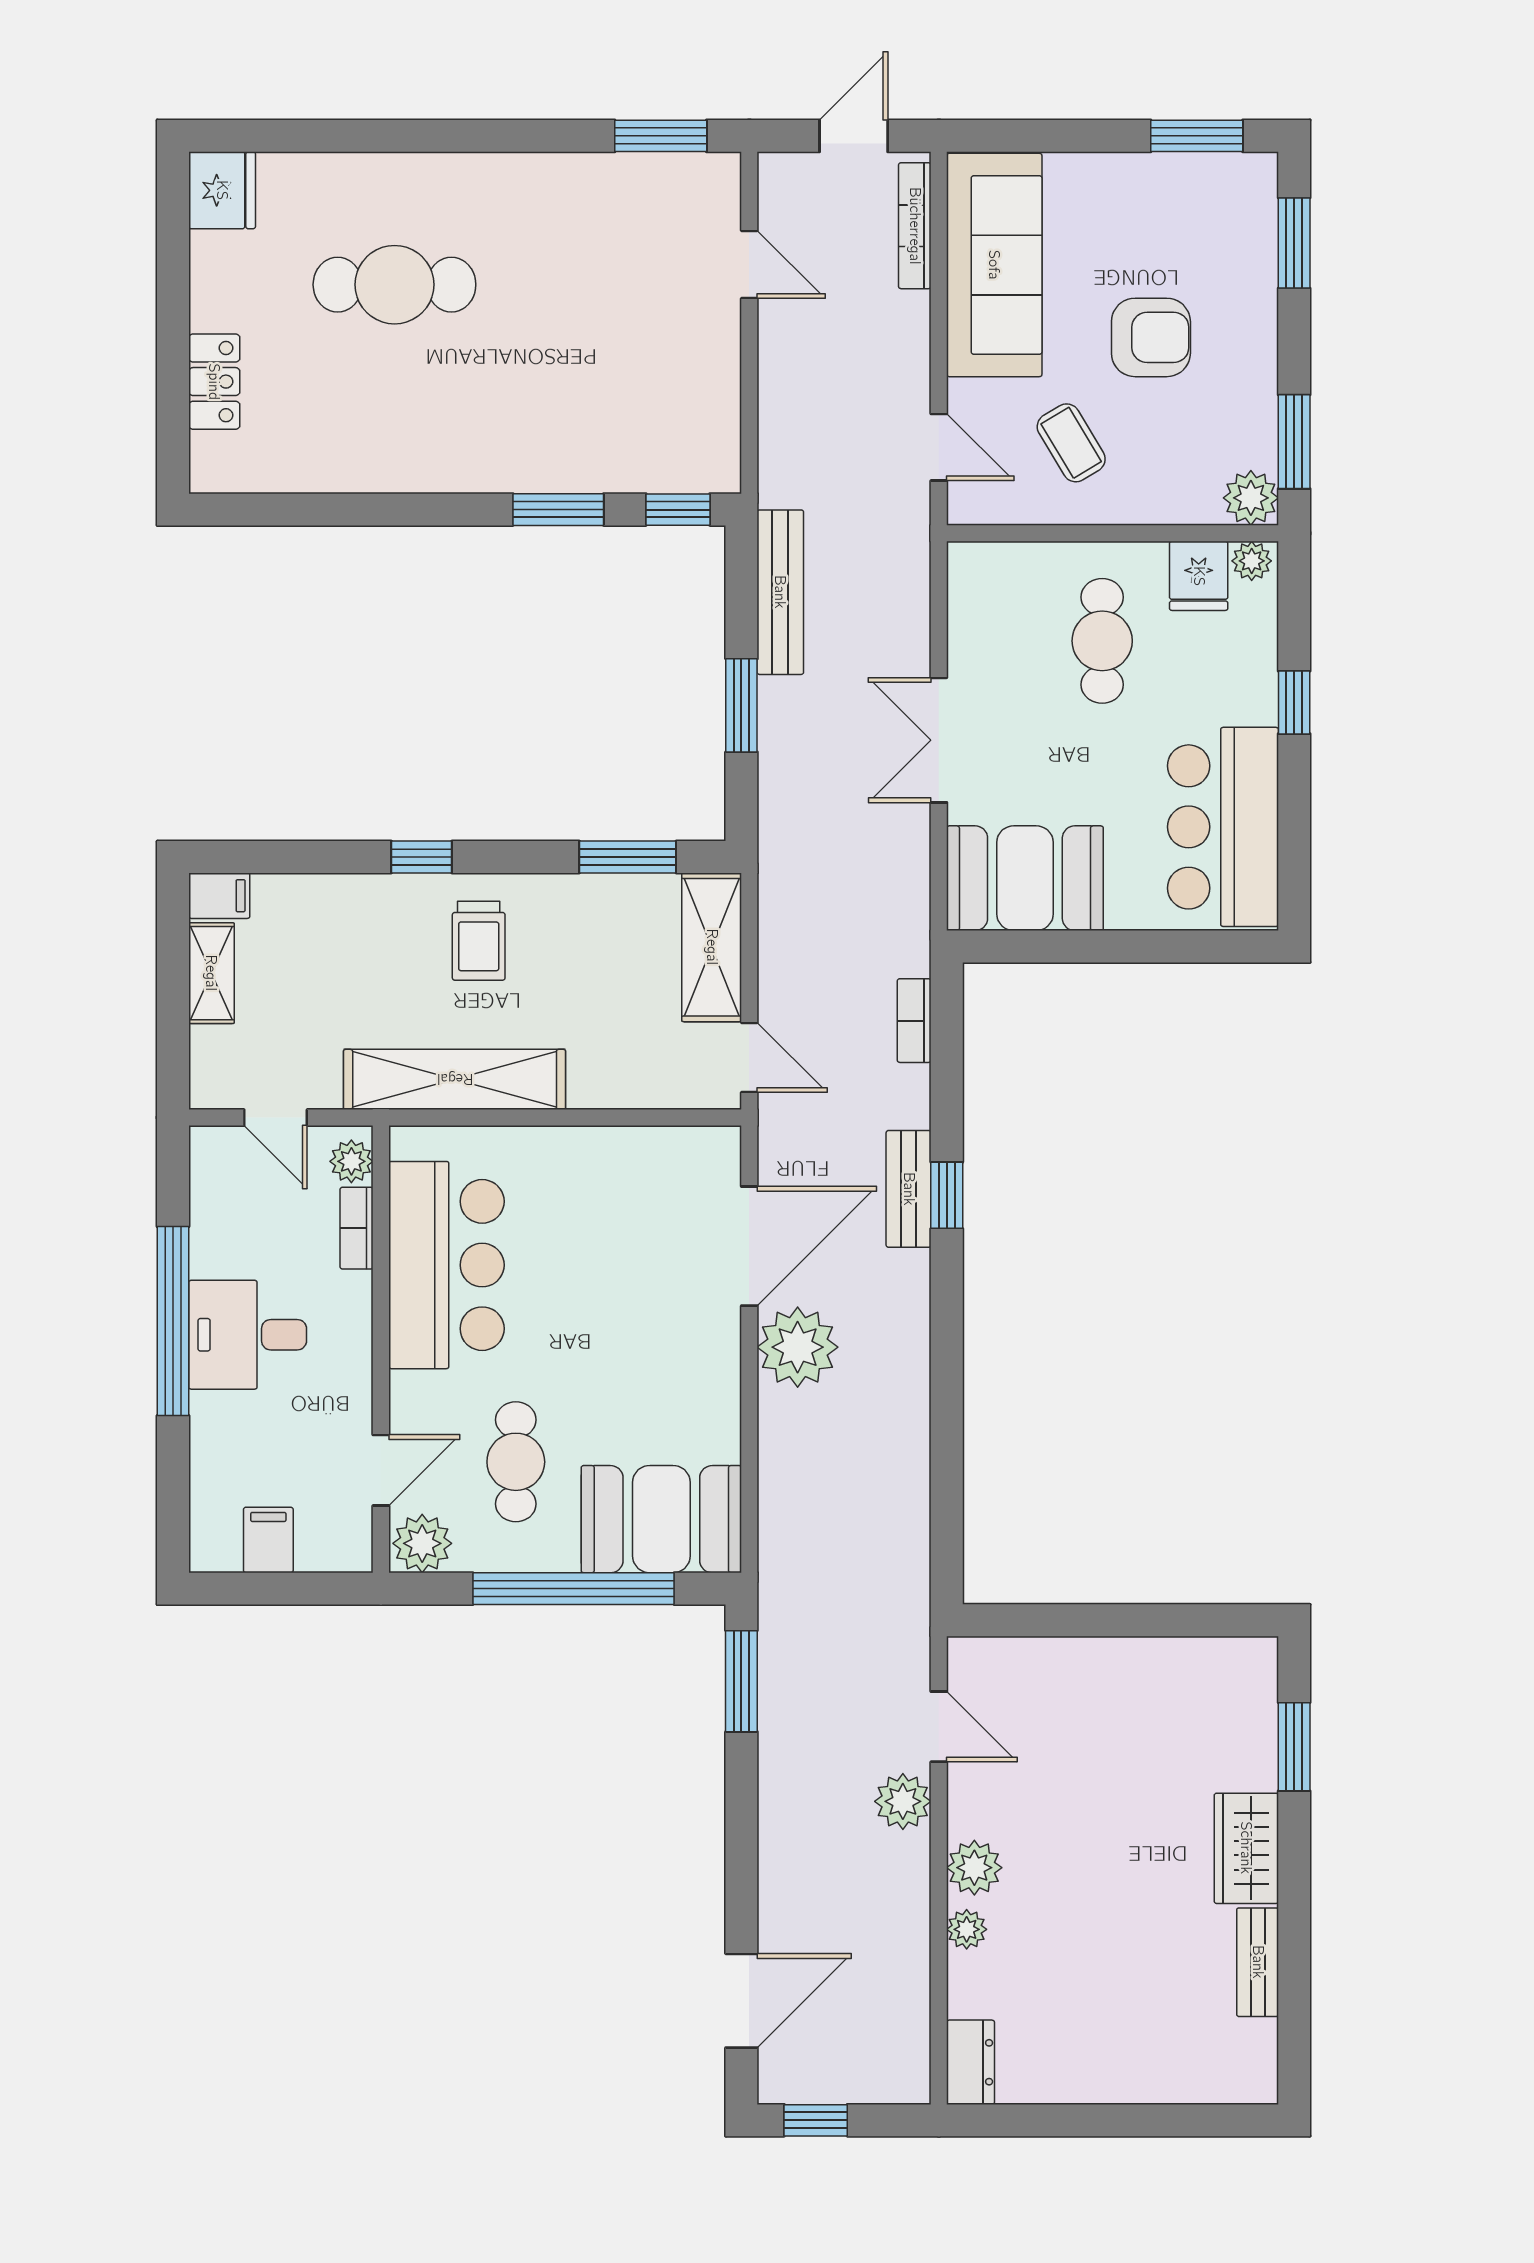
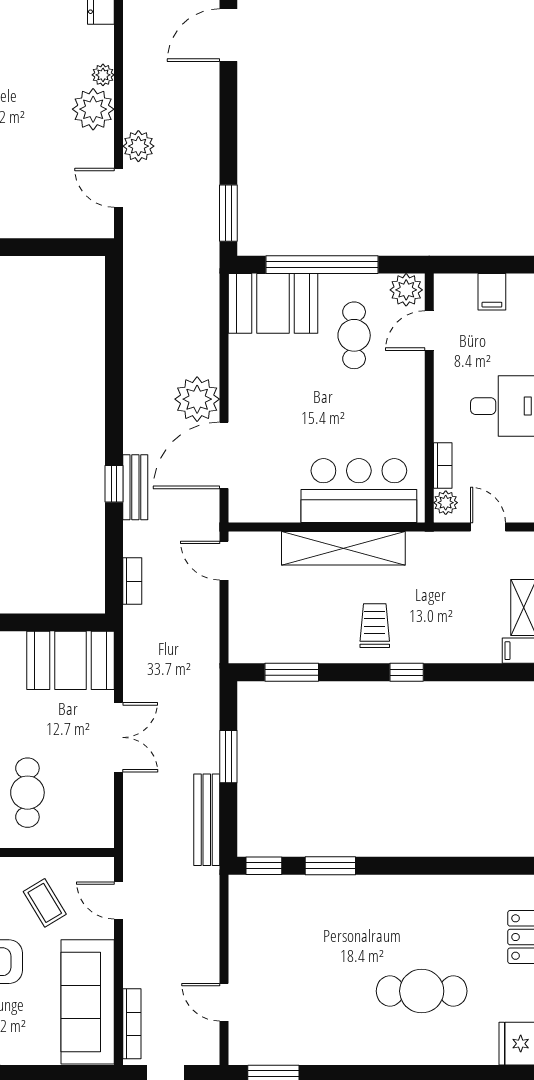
shelving: (712, 947) -> (245, 622), removed
shelving: (455, 1079) -> (343, 548), moved
bar counter: (446, 1265) -> (359, 491), moved, turned 90
plant: (974, 1868) -> (93, 109), width x1.36, depth x1.36

